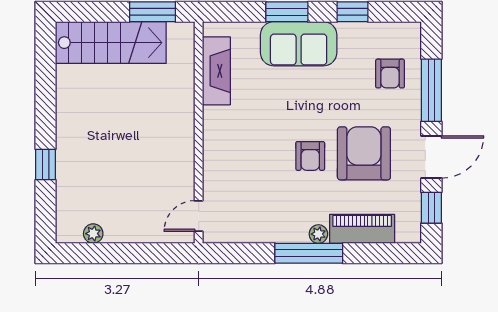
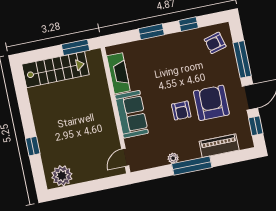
sofa: (299, 44) -> (132, 114), moved, turned -90
armchair: (390, 74) -> (215, 43), moved, turned 75
plant: (93, 234) -> (62, 176), width x1.88, depth x1.88
plant: (318, 234) -> (173, 158), moved

